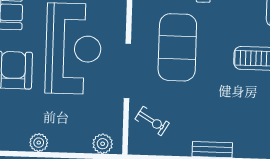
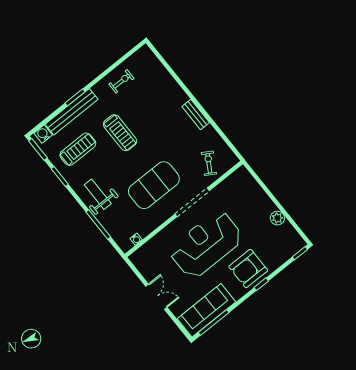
plant: (103, 144) -> (246, 181), removed

